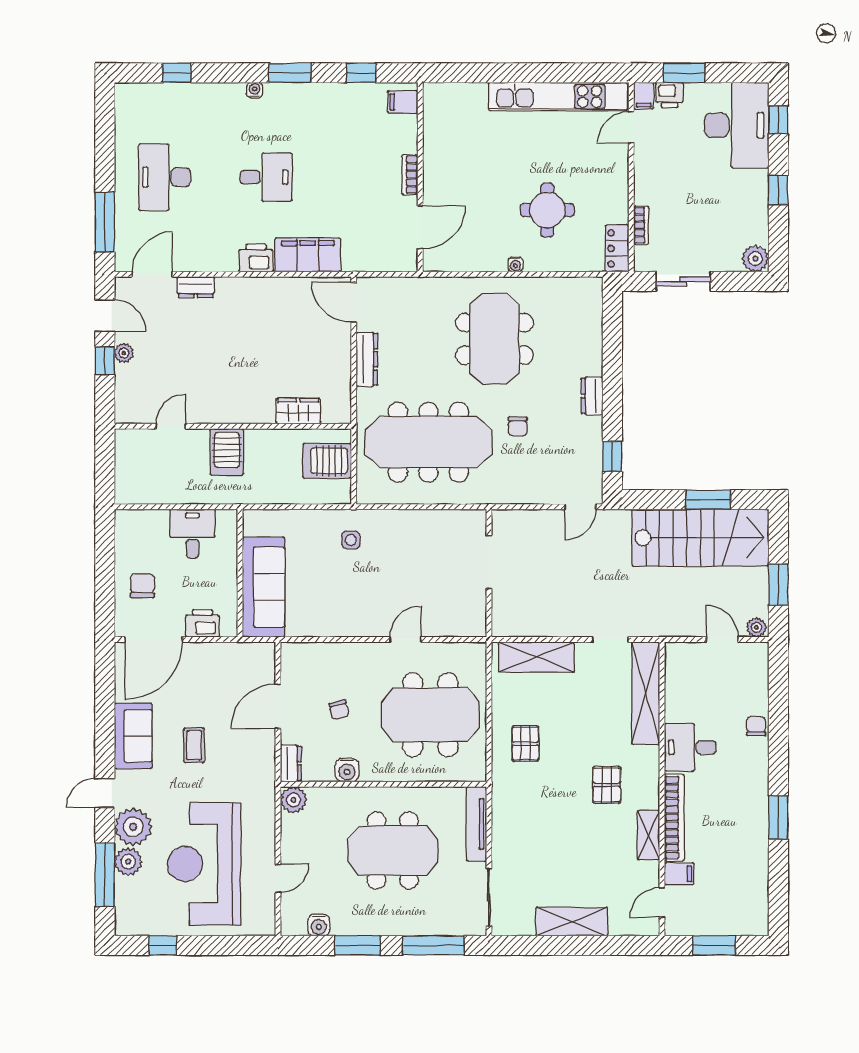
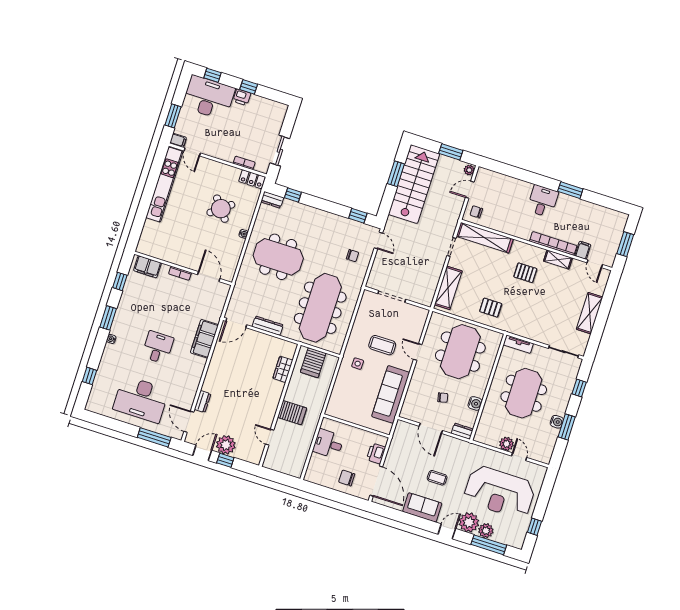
printer: (669, 95) -> (242, 97), moved, turned 90
filing cabinet: (403, 102) -> (147, 267), width x2.00
desk: (165, 177) -> (141, 399), width x1.36, depth x1.30
round table: (547, 210) -> (221, 209), turned -38
printer: (256, 258) -> (197, 366), removed
plant: (755, 259) -> (280, 110), removed
window: (612, 330) -> (293, 195), added
plant: (124, 353) -> (226, 445), width x1.87, depth x1.87
dresser: (592, 396) -> (272, 200), moved
chair: (518, 426) -> (352, 256), moved
coffee table: (398, 573) -> (382, 345), added
sofa: (264, 587) -> (391, 394), moved, turned -90
chair: (756, 726) -> (476, 212), moved
desk: (690, 747) -> (543, 201), moved, turned 180
door: (105, 793) -> (447, 531), swing flipped
plant: (293, 800) -> (506, 444), moved
tv unit: (476, 824) -> (518, 344), width x0.71
water cooler: (319, 925) -> (557, 422), moved
window: (433, 945) -> (579, 388), width x0.46

